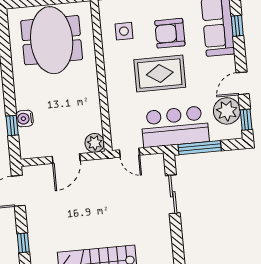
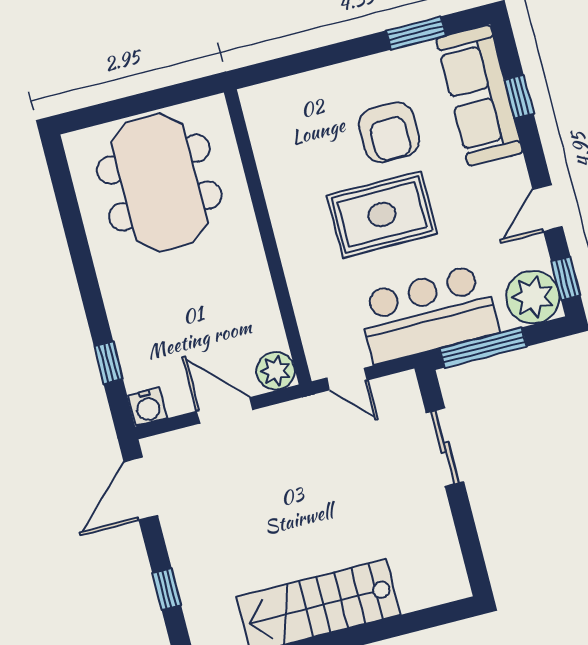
side table: (124, 31) -> (298, 142), removed
armchair: (170, 33) -> (389, 132), turned -90
plant: (227, 111) -> (533, 297), moved
water cooler: (25, 119) -> (148, 407), moved, turned -90
door: (66, 159) -> (225, 410), swing flipped

